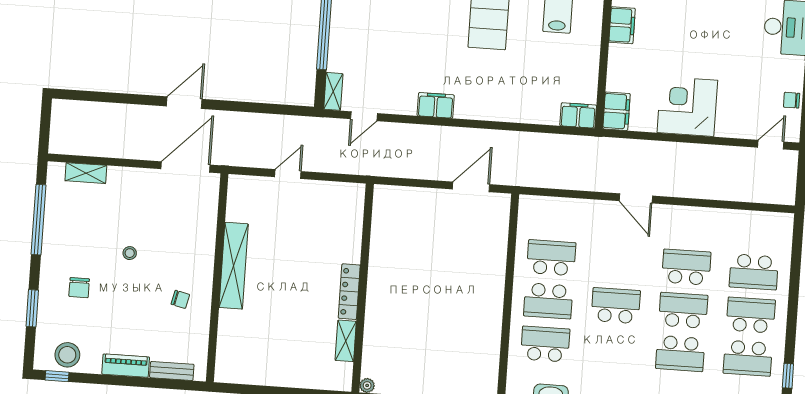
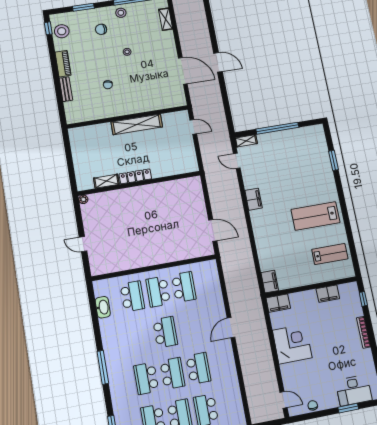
stool: (57, 247) -> (121, 13), added
shelving: (234, 266) -> (137, 124), moved
wall: (217, 278) -> (128, 117), moved

